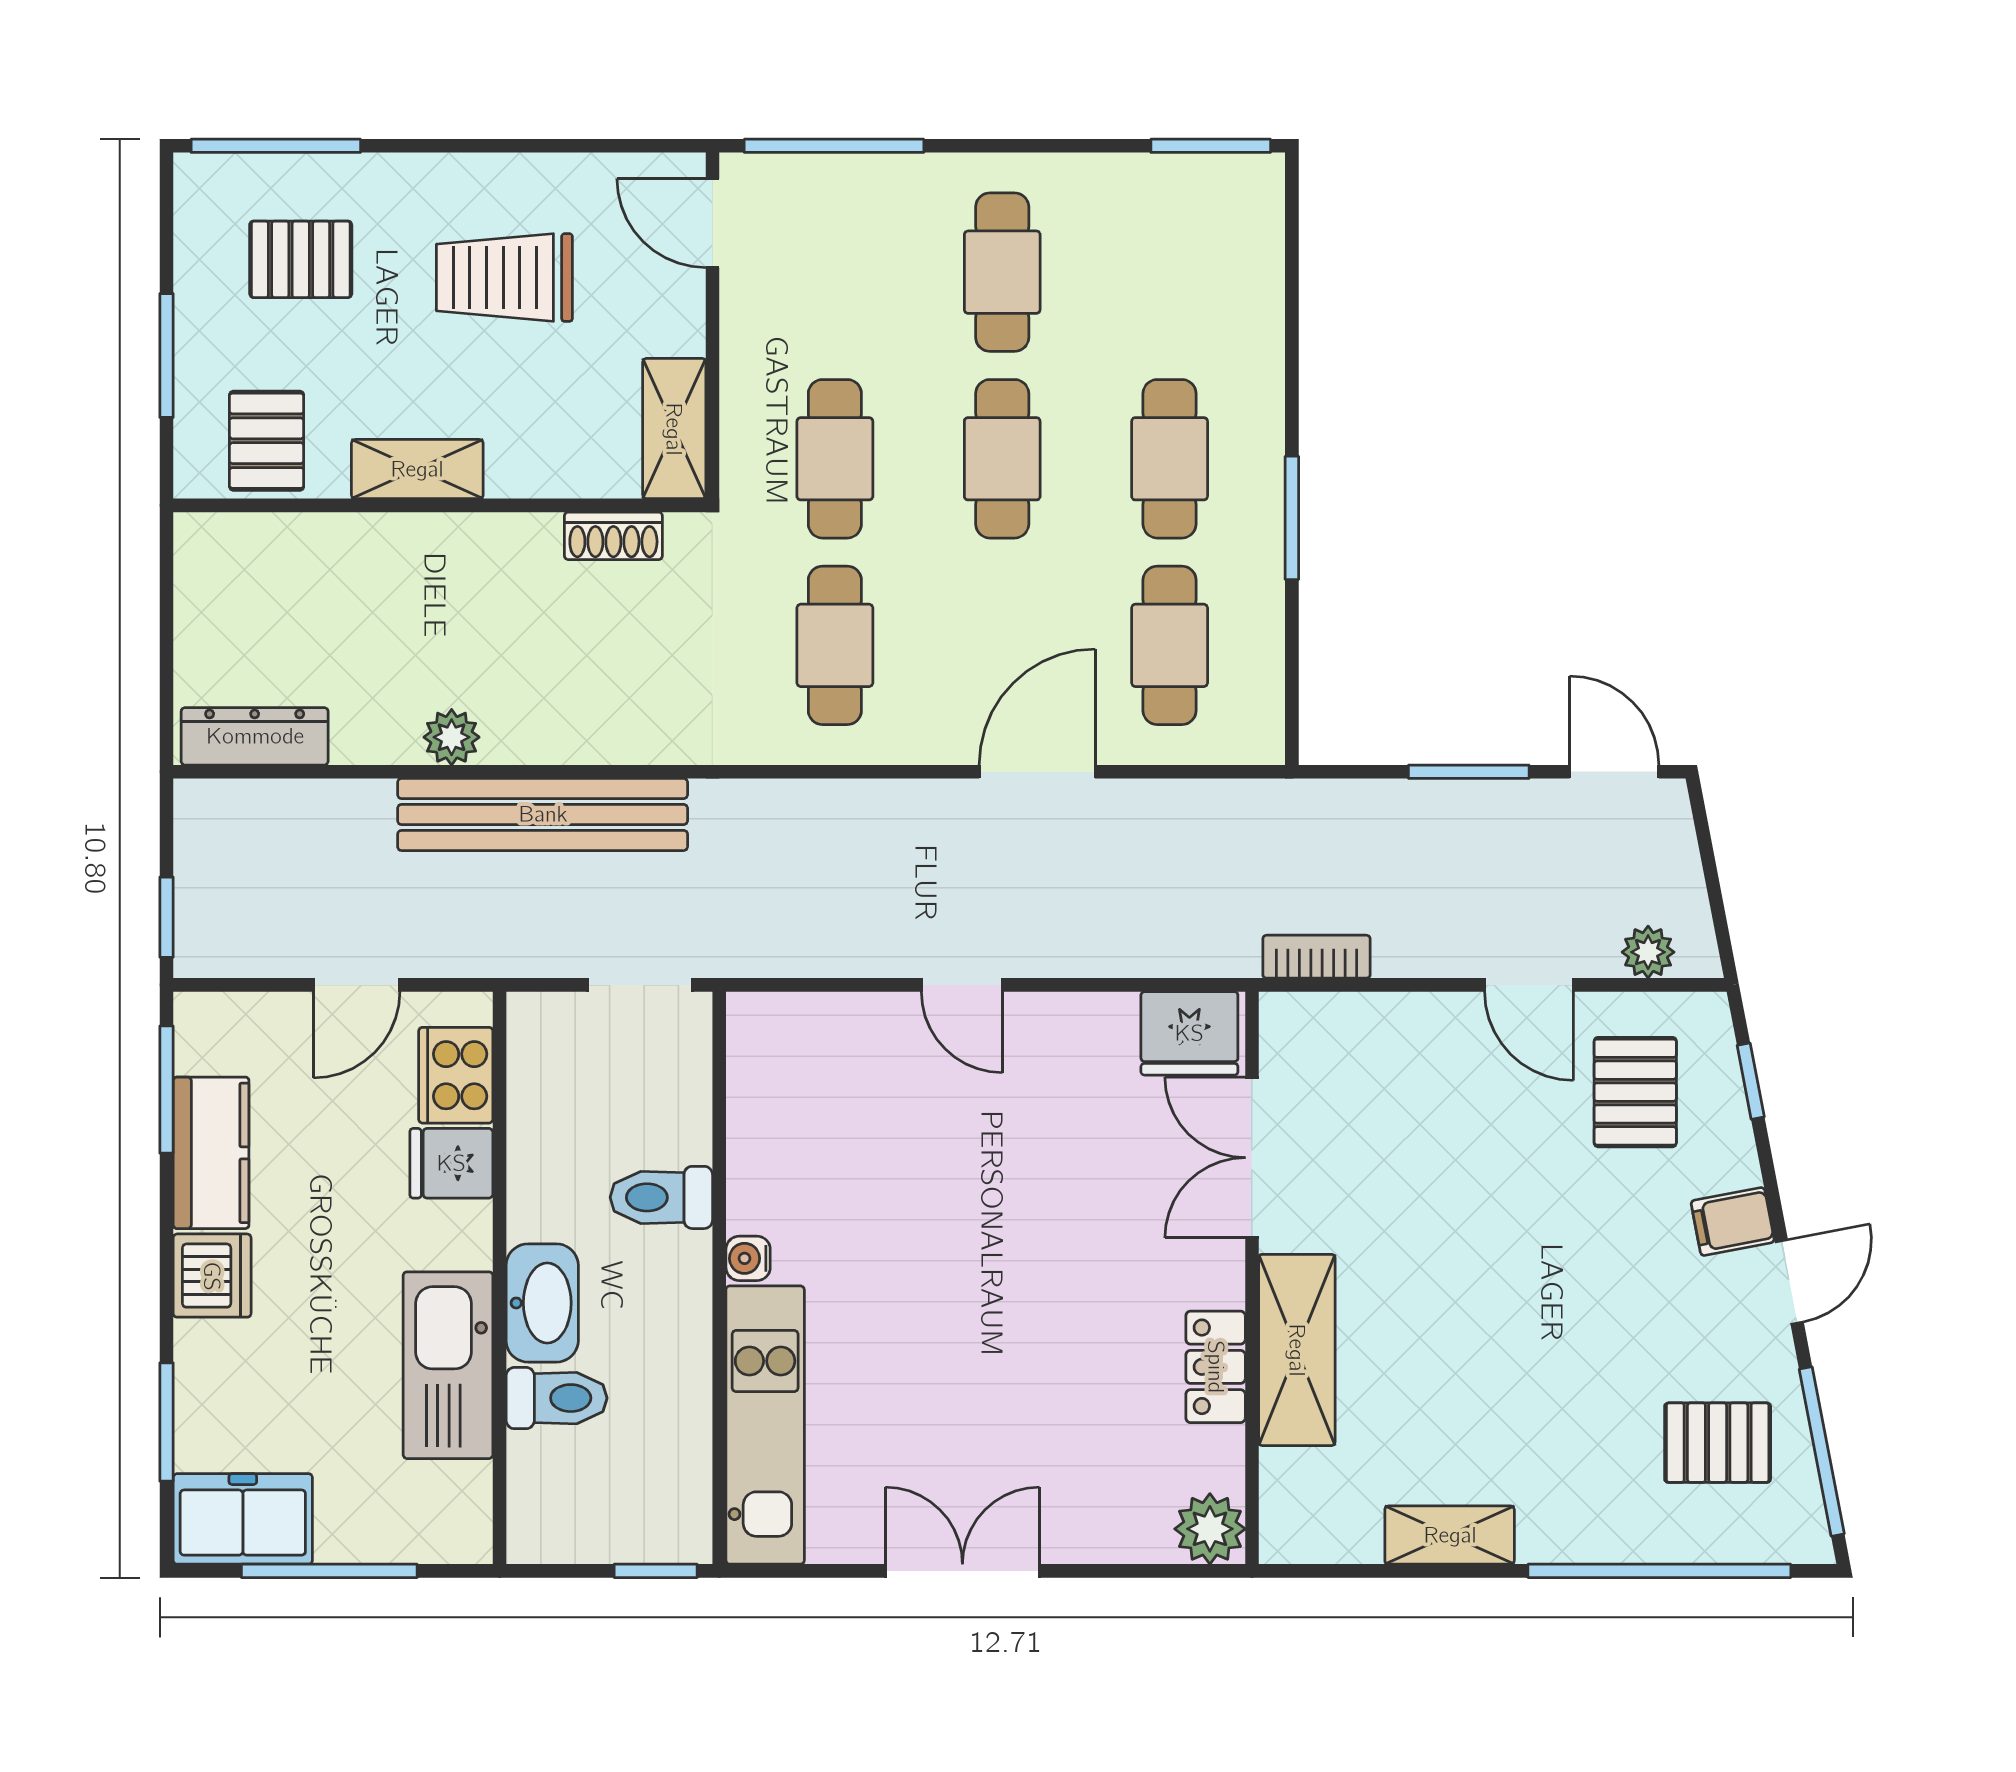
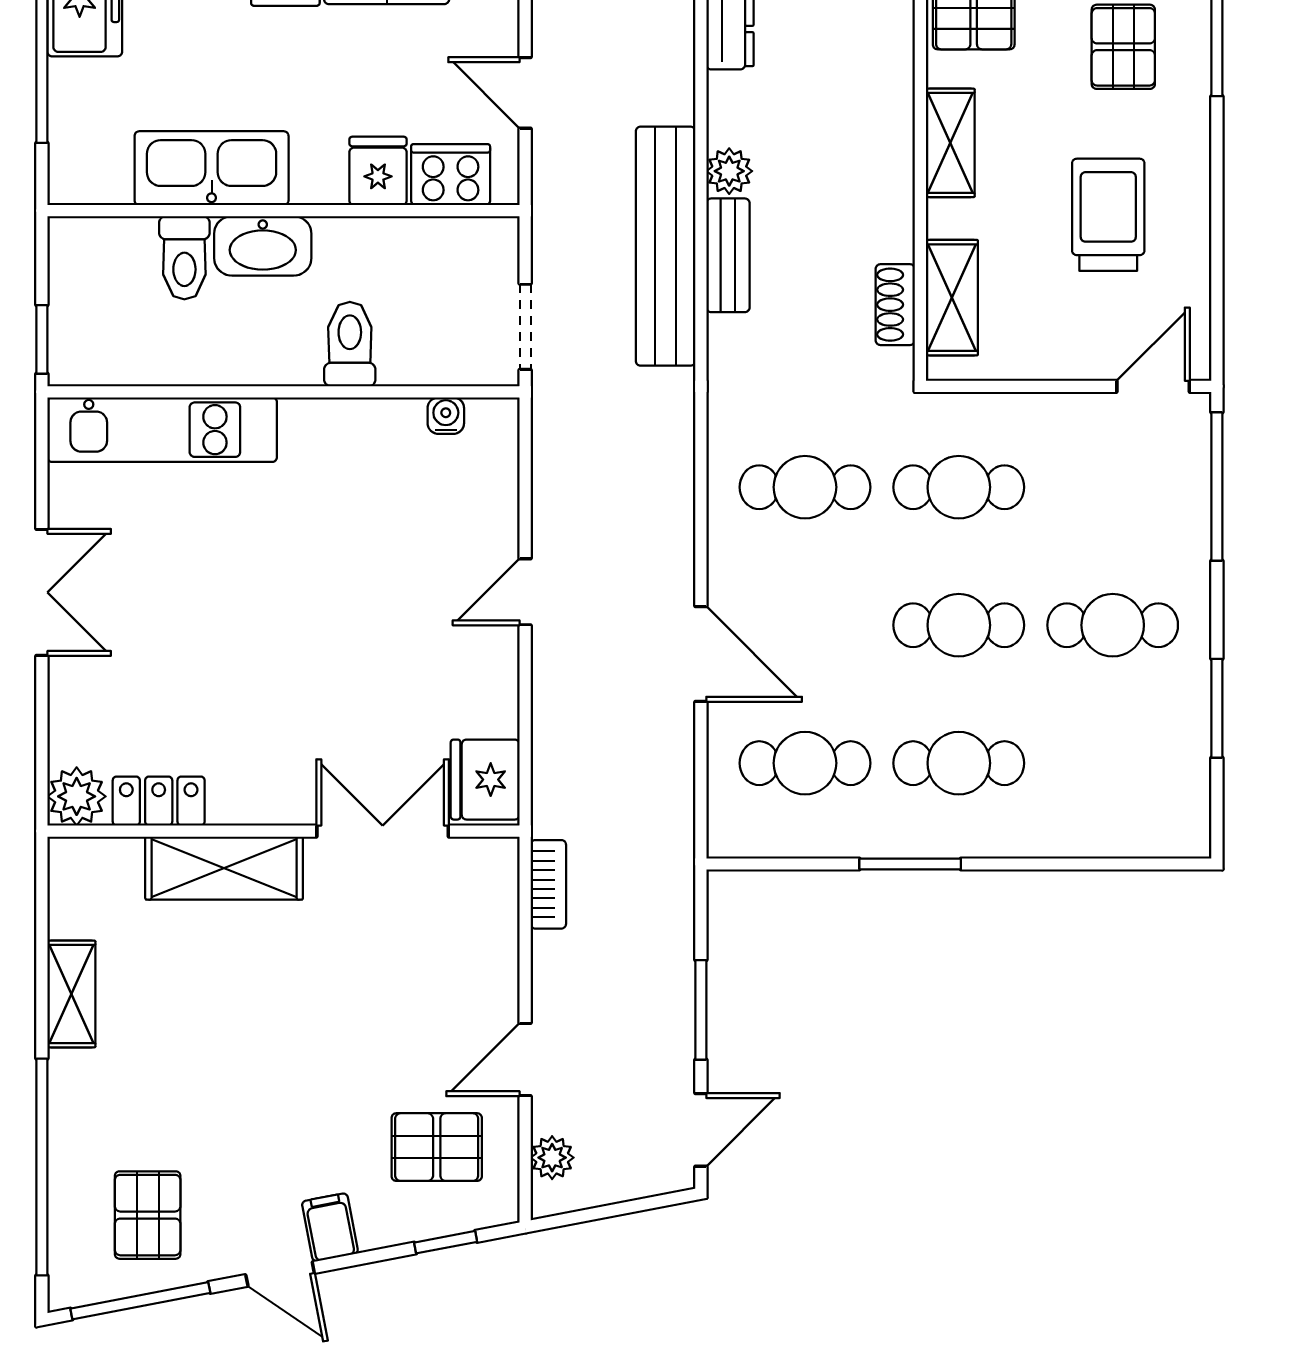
window: (1211, 146) -> (1217, 708), moved
shelving: (674, 429) -> (952, 298), moved, turned 90
bench: (554, 739) -> (728, 255), added
water cooler: (748, 1258) -> (446, 416), moved
locker: (1216, 1367) -> (159, 801), moved

